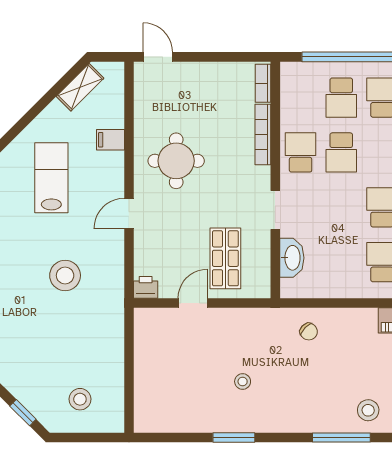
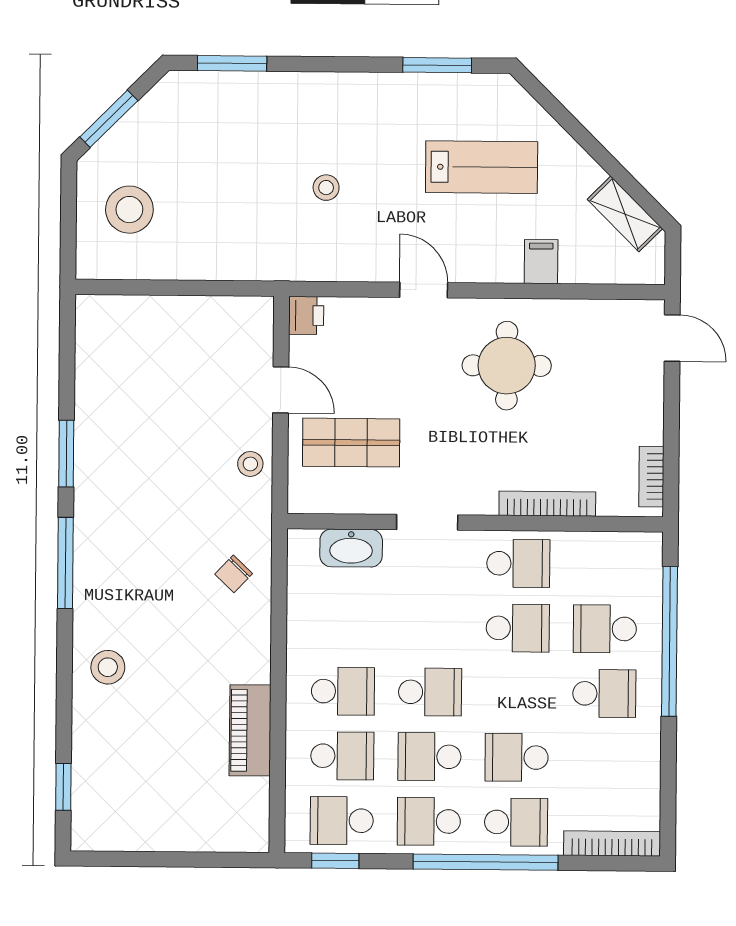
door: (158, 57) -> (672, 338), hinge flipped
bookcase: (263, 83) -> (651, 477), moved, turned -90
school desk: (341, 152) -> (518, 628), turned 180
stool: (65, 275) -> (326, 188), width x0.53, depth x0.53
stool: (243, 381) -> (250, 464), moved
stool: (80, 399) -> (129, 210), width x1.38, depth x1.38
window: (23, 413) -> (109, 119), width x1.50
window: (341, 438) -> (65, 563), moved

